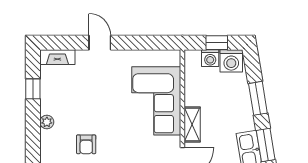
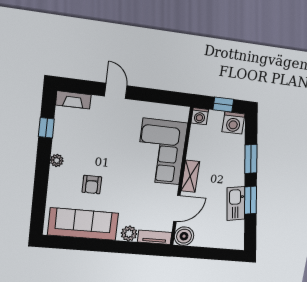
washing machine: (210, 58) -> (200, 116), moved

